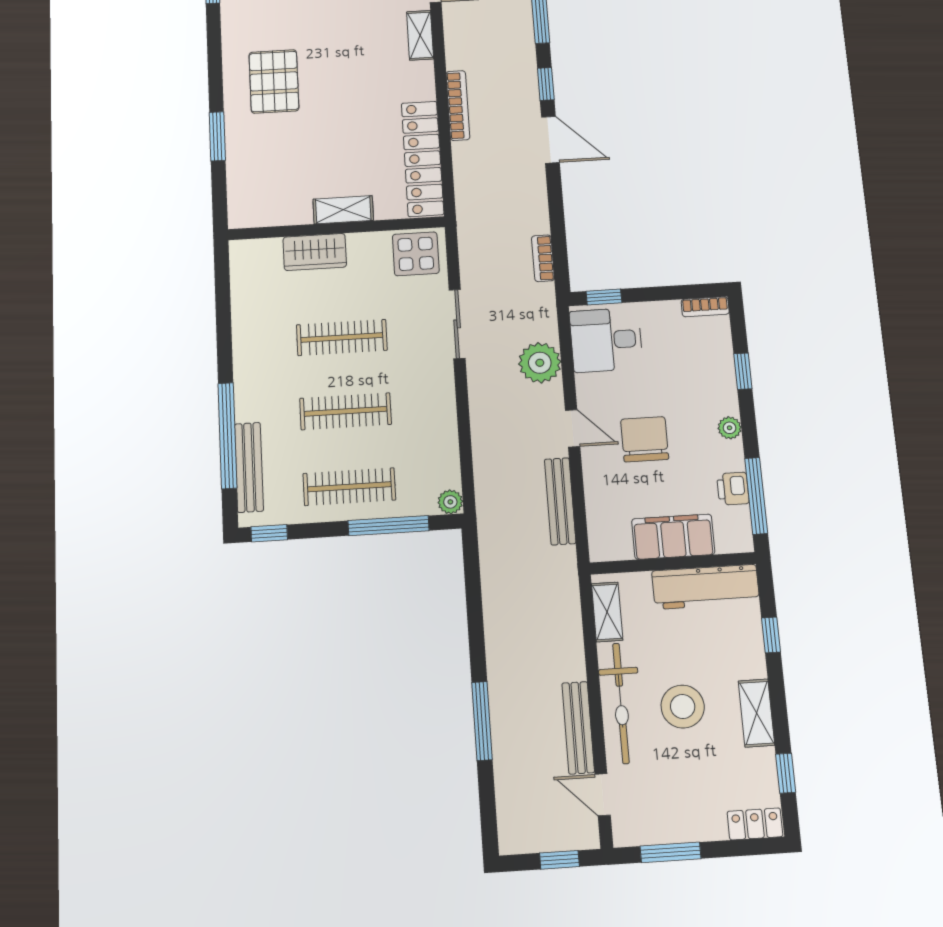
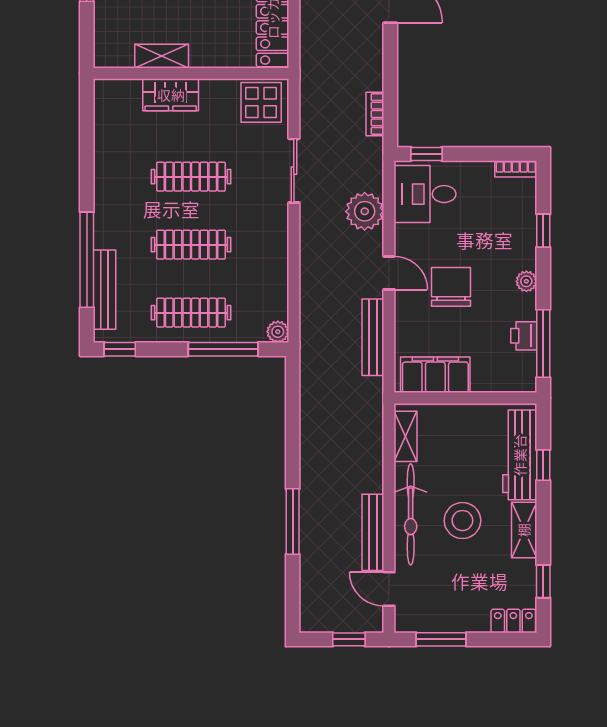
shelving: (343, 210) -> (162, 56), moved
filing cabinet: (673, 537) -> (435, 375), moved
workbench: (706, 587) -> (520, 455), moved, turned 90

